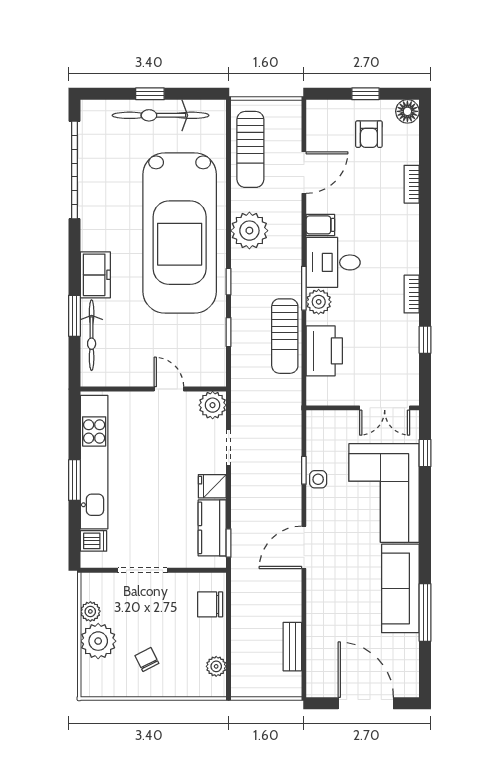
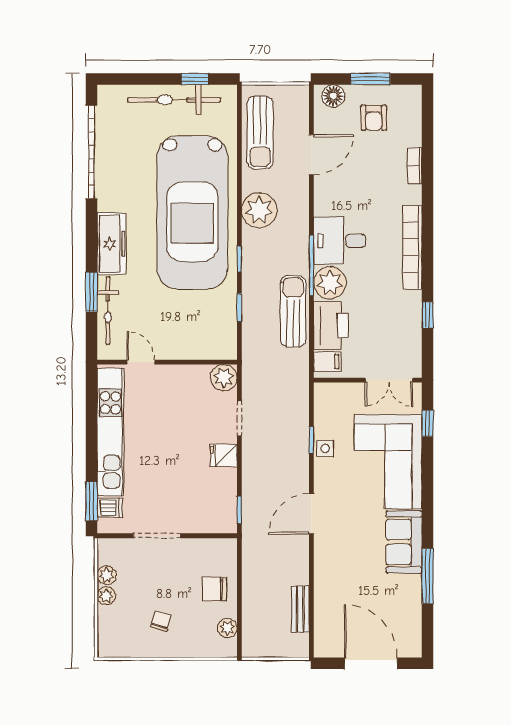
window: (150, 94) -> (195, 79), moved
window: (365, 94) -> (370, 79), width x1.50
floor lamp: (407, 111) -> (333, 96), moved
filing cabinet: (320, 225) -> (327, 362), moved
freezer: (95, 275) -> (112, 244), width x1.40
window: (304, 288) -> (311, 265), width x1.44
bookcase: (412, 294) -> (412, 247), width x2.31, depth x1.31
plant: (319, 302) -> (330, 283), width x1.36, depth x1.36
sun lounger: (285, 336) -> (293, 311), turned 180
door: (169, 389) -> (141, 362), moved
window: (74, 480) -> (92, 501), moved
kitchen counter: (212, 528) -> (224, 495), removed
sofa: (400, 588) -> (404, 542), width x0.73
chair: (210, 604) -> (214, 589), moved
plant: (98, 641) -> (106, 596), width x0.53, depth x0.53
chair: (147, 659) -> (161, 621), turned 44

